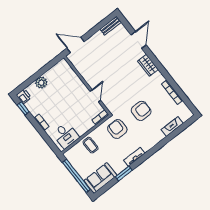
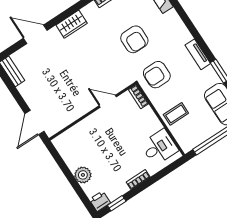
armchair: (141, 111) -> (134, 39), turned 180

